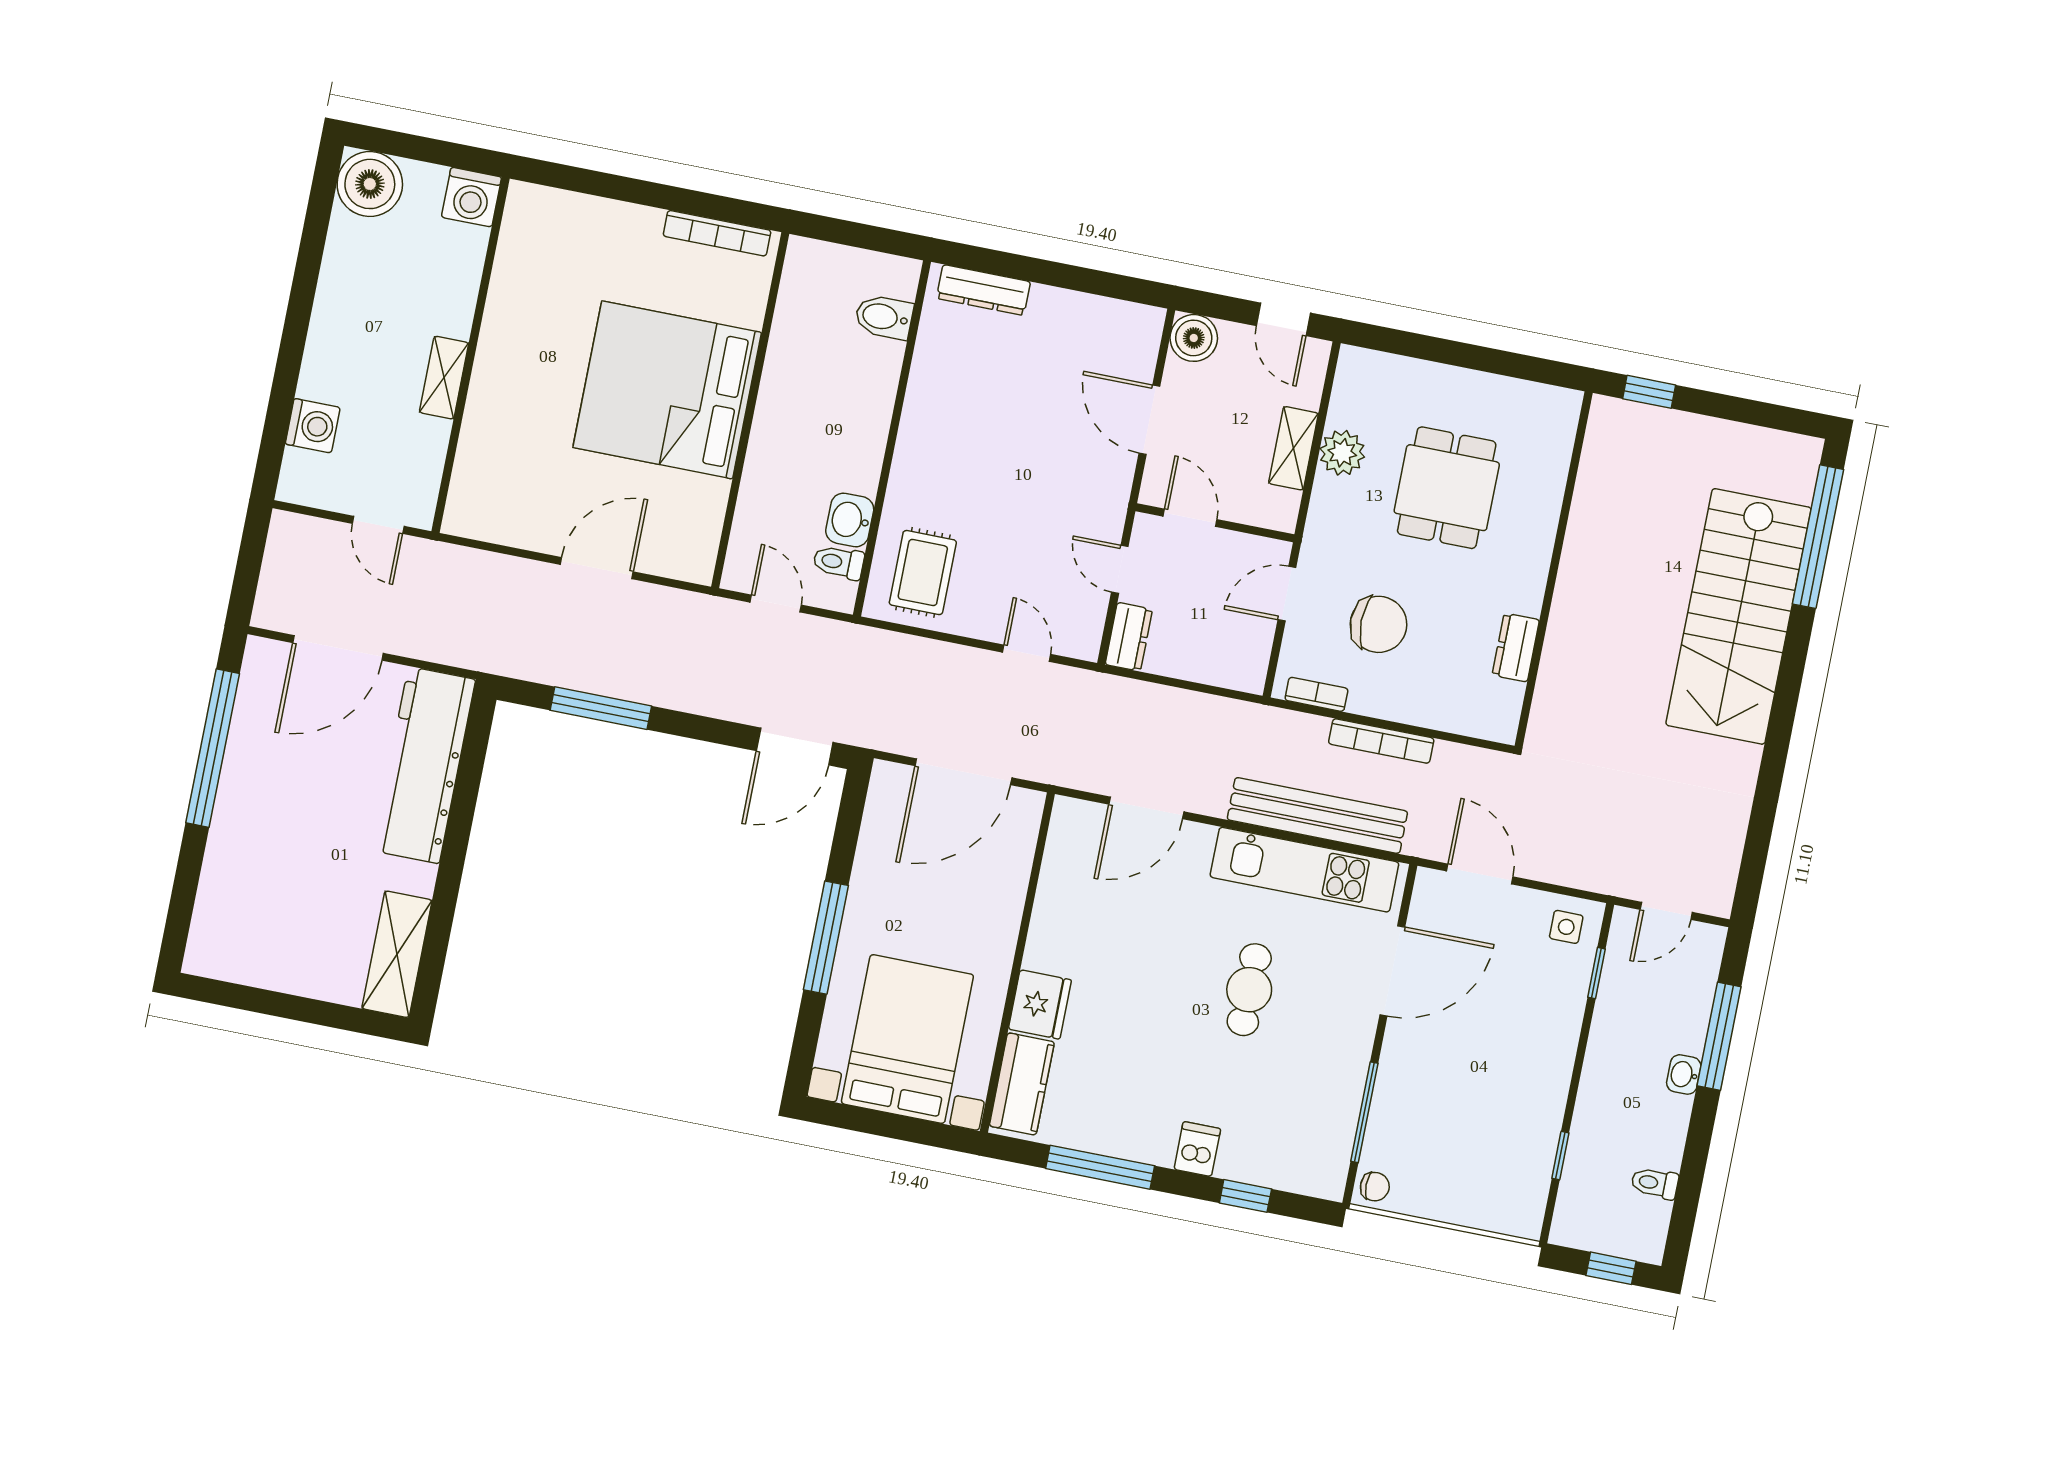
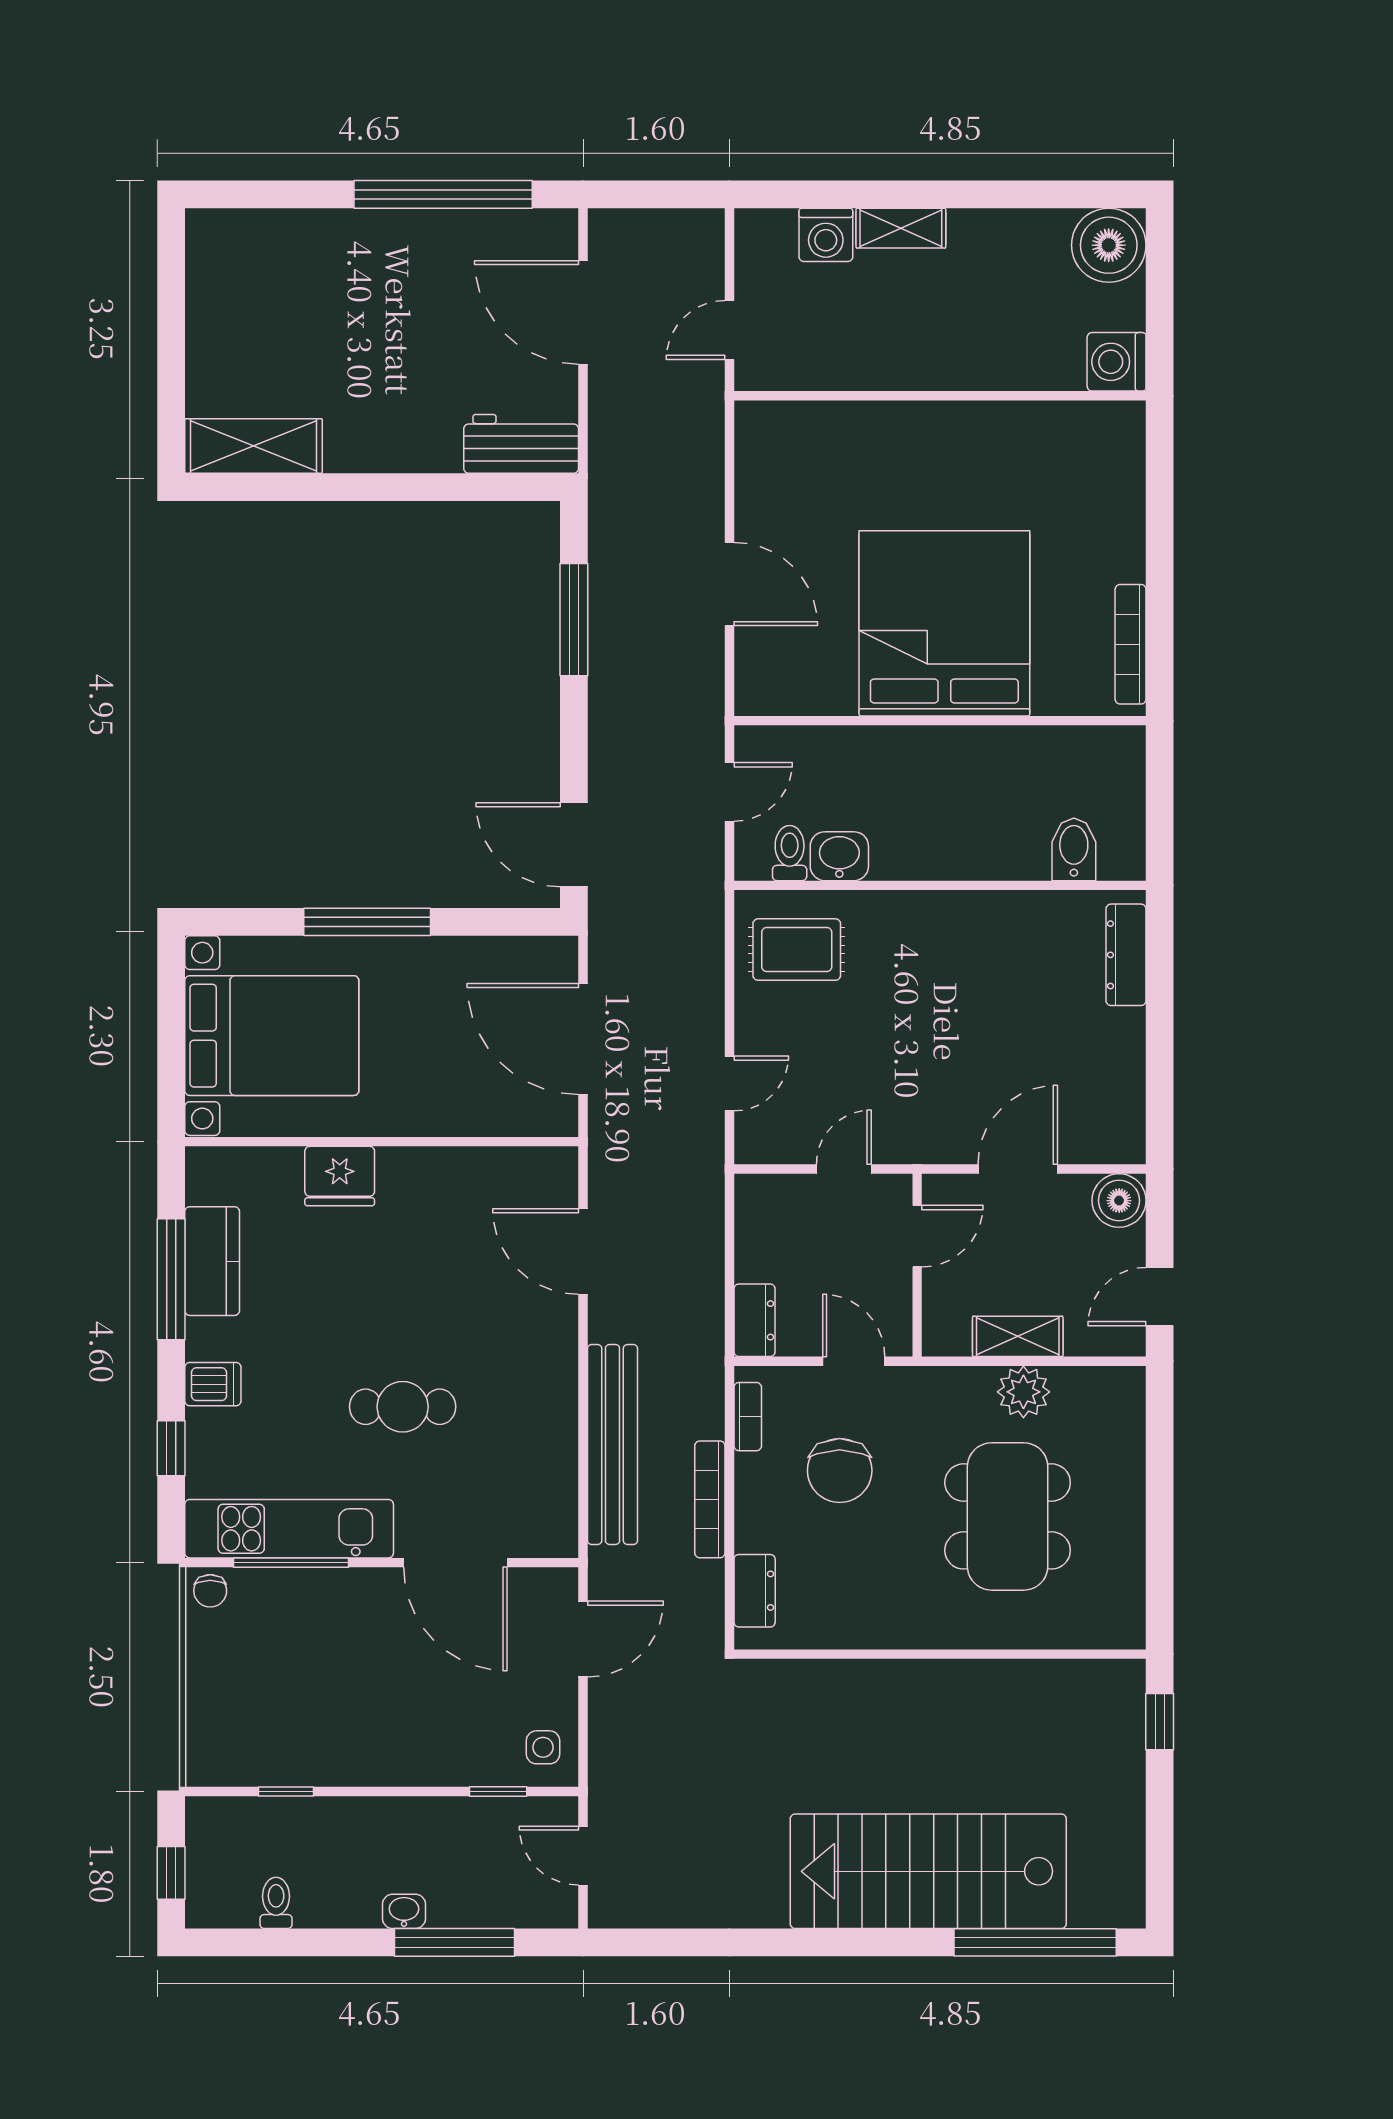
shelving: (444, 378) -> (901, 228), moved
dining table: (1447, 488) -> (1008, 1516), width x1.38
dresser: (1129, 637) -> (754, 1320), moved, turned -90
dresser: (1516, 647) -> (755, 1591), moved, turned 90
workbench: (424, 765) -> (521, 444), width x0.53, depth x0.76
kitchen unit: (1304, 870) -> (289, 1529), moved, turned 90
kitchen counter: (1022, 1084) -> (212, 1261), moved, turned -90

